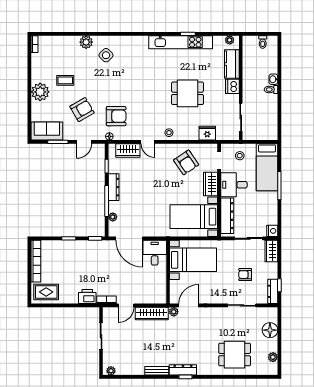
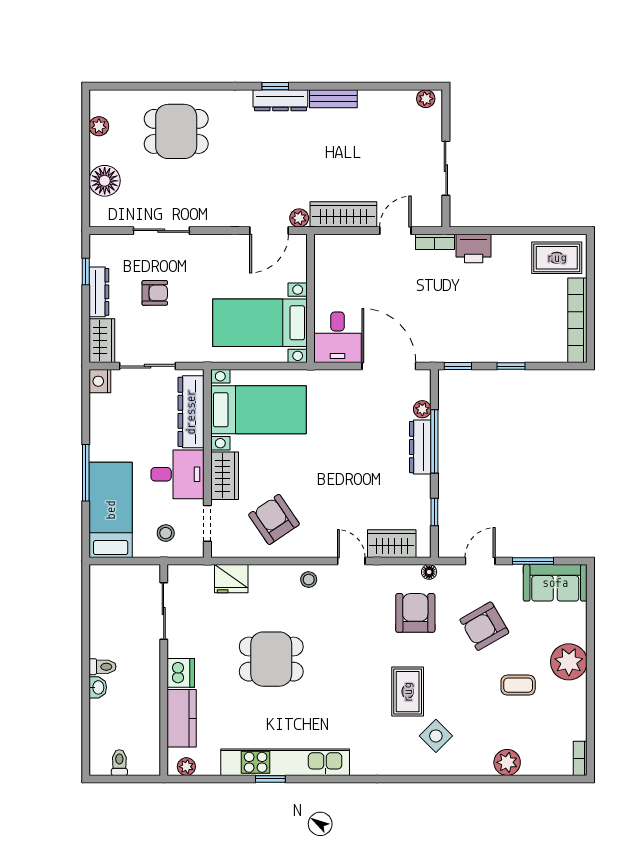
plant: (86, 42) -> (507, 762), moved
rug: (120, 77) -> (408, 692), added
armchair: (116, 116) -> (415, 613), turned 90
dresser: (114, 187) -> (420, 447), moved
dresser: (273, 291) -> (99, 292), moved

